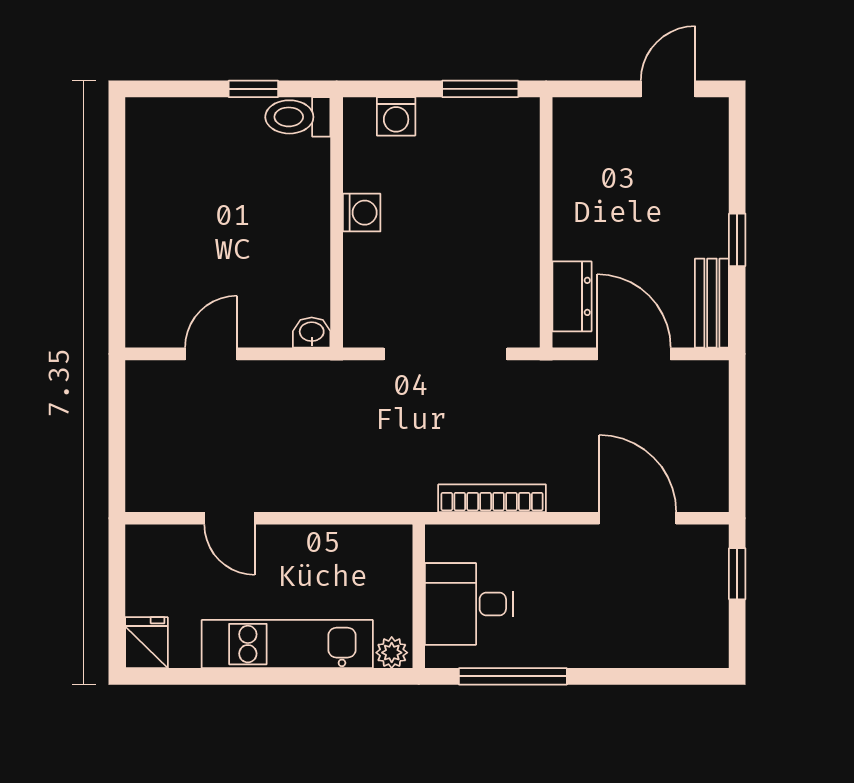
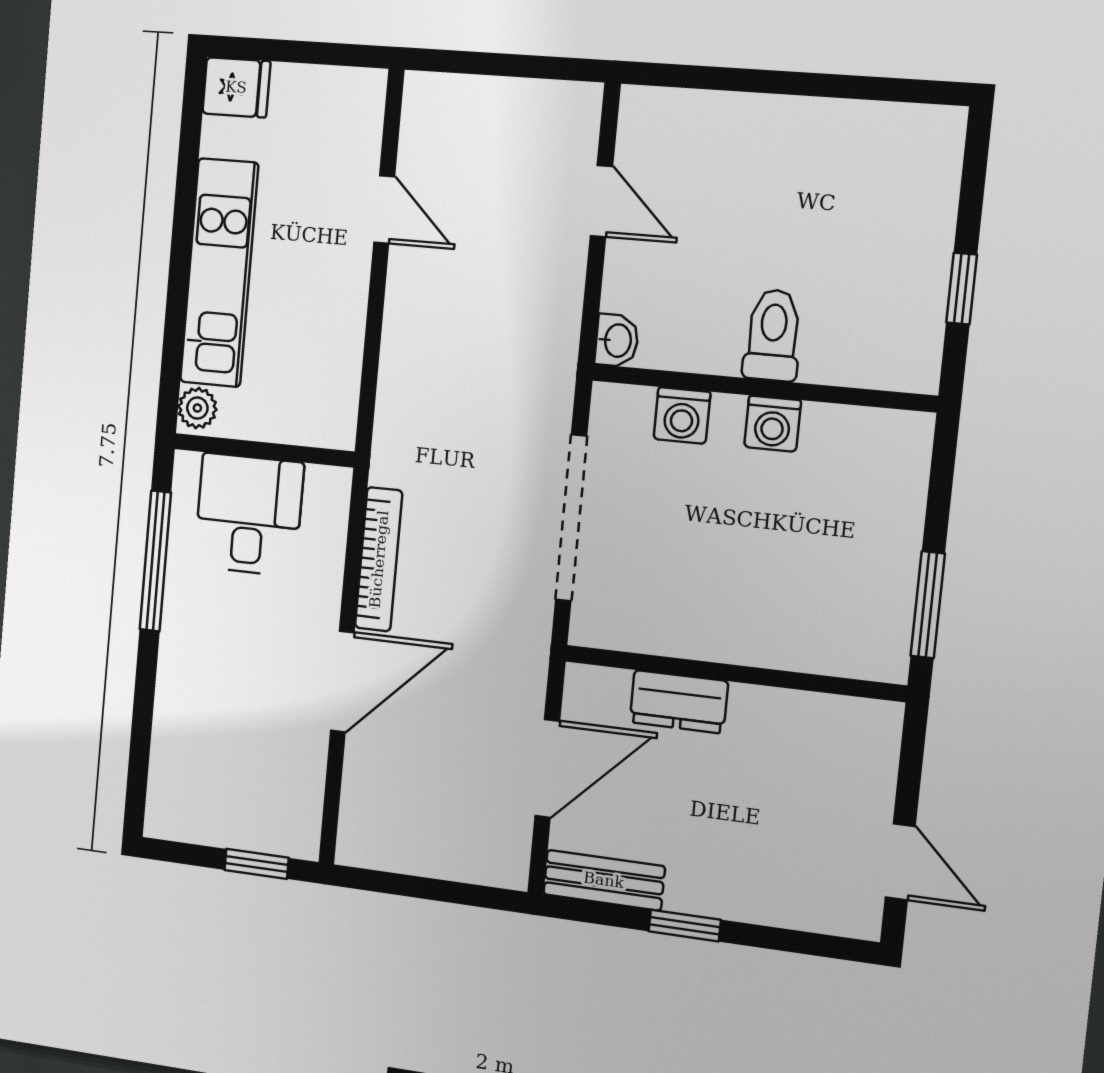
washing machine: (396, 116) -> (682, 416), moved, turned -90
toilet: (298, 117) -> (773, 335), moved
dresser: (572, 296) -> (679, 702), moved
door: (230, 518) -> (384, 209), swing flipped
door: (638, 518) -> (342, 682), moved

